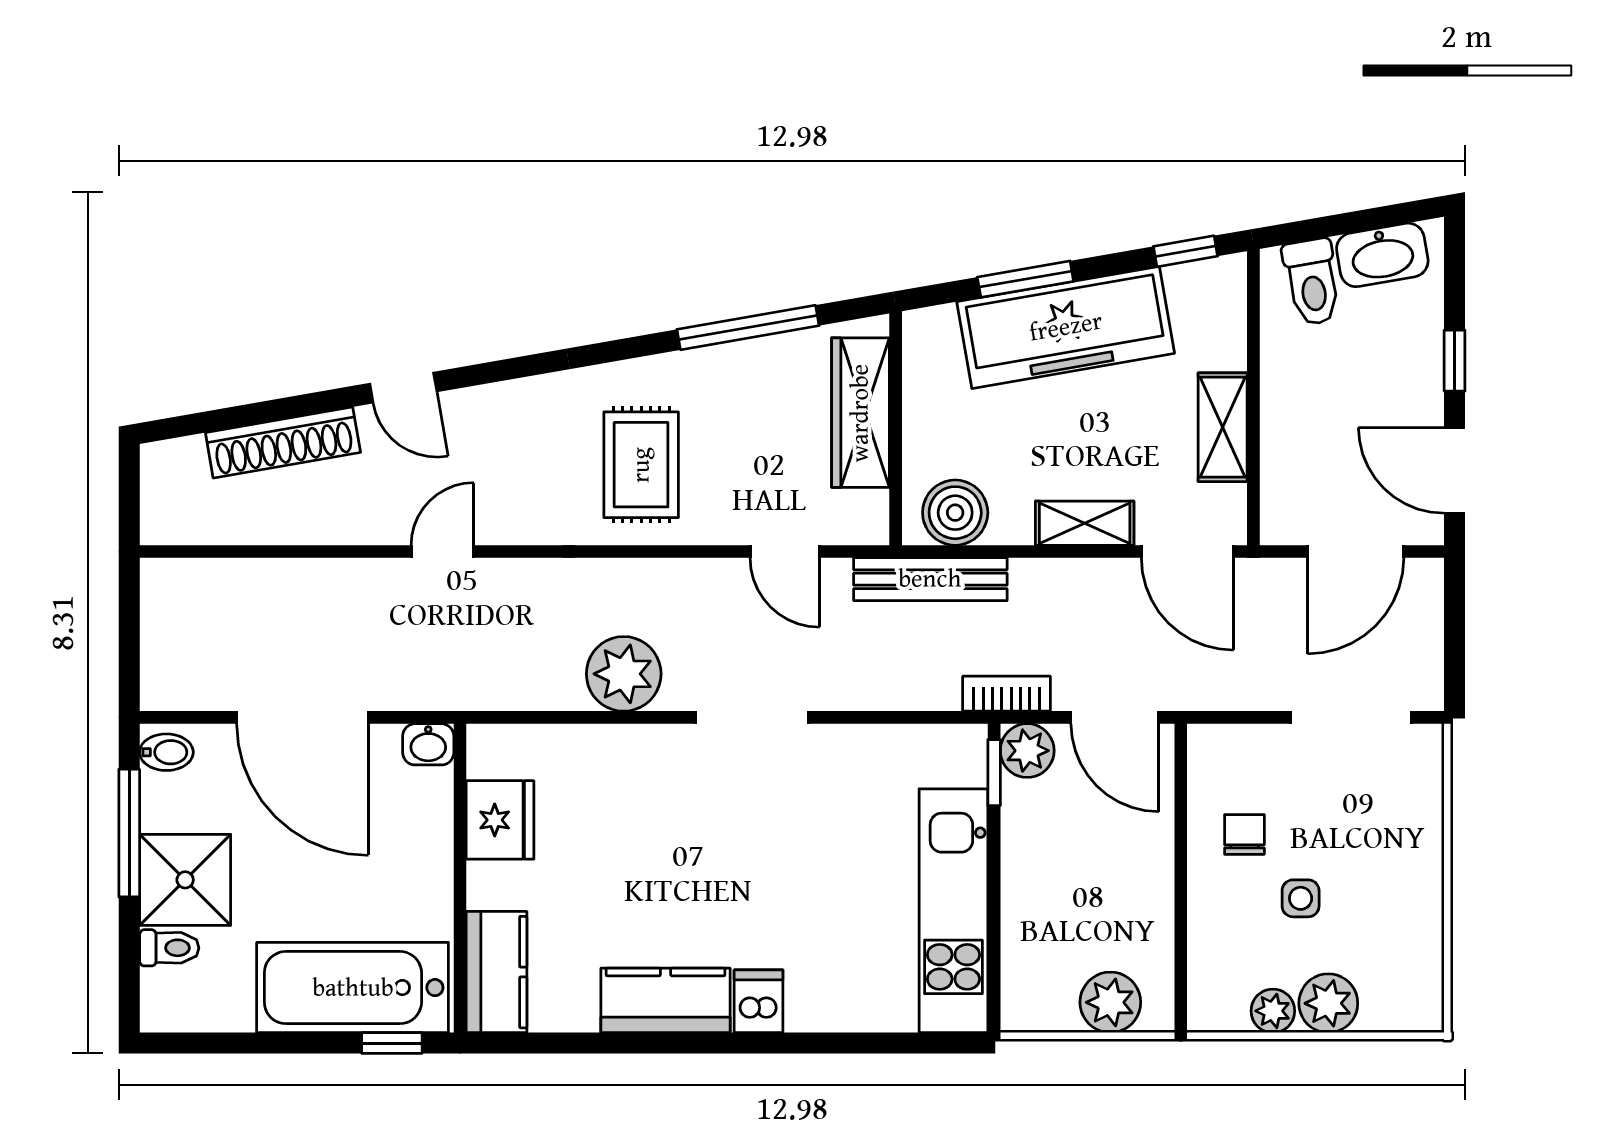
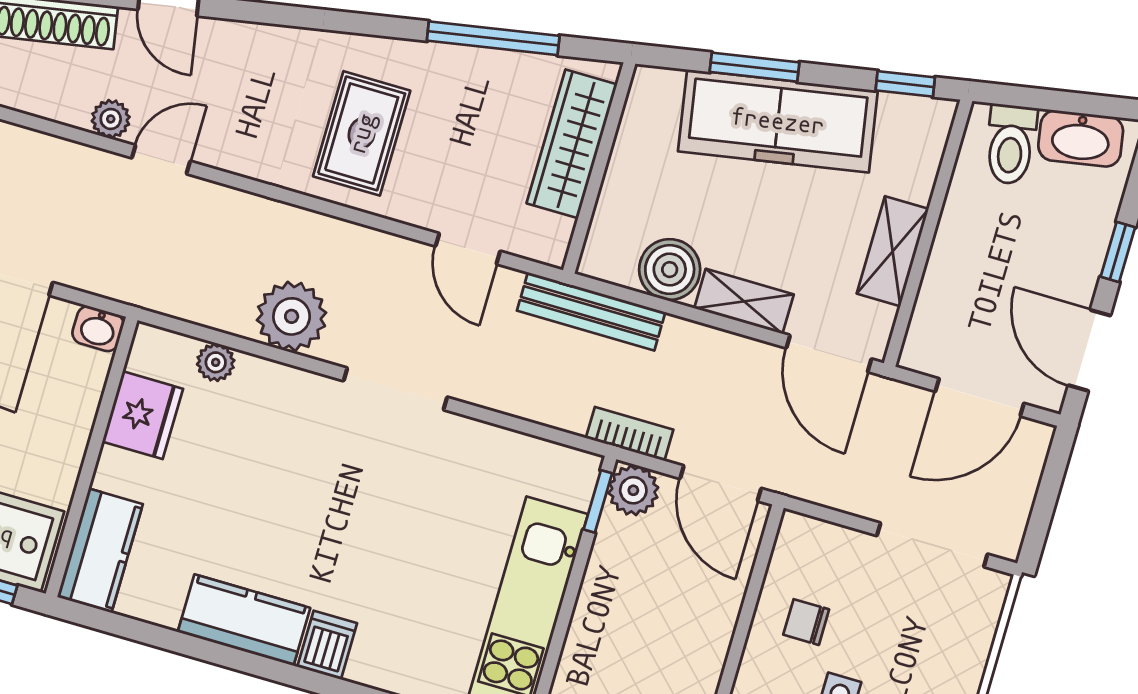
boiler: (955, 513) -> (670, 270), moved
plant: (379, 525) -> (111, 119), added
plant: (559, 744) -> (216, 362), added
chair: (1244, 834) -> (806, 622), turned -90

